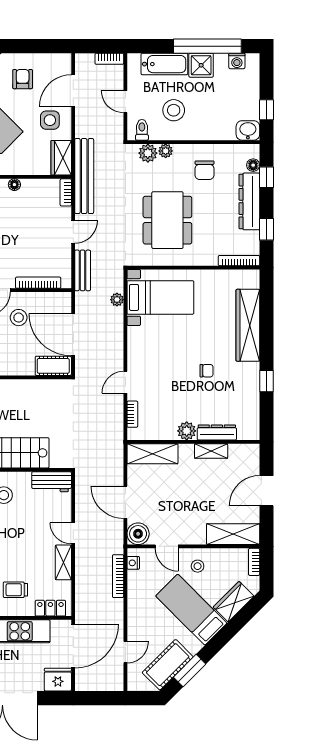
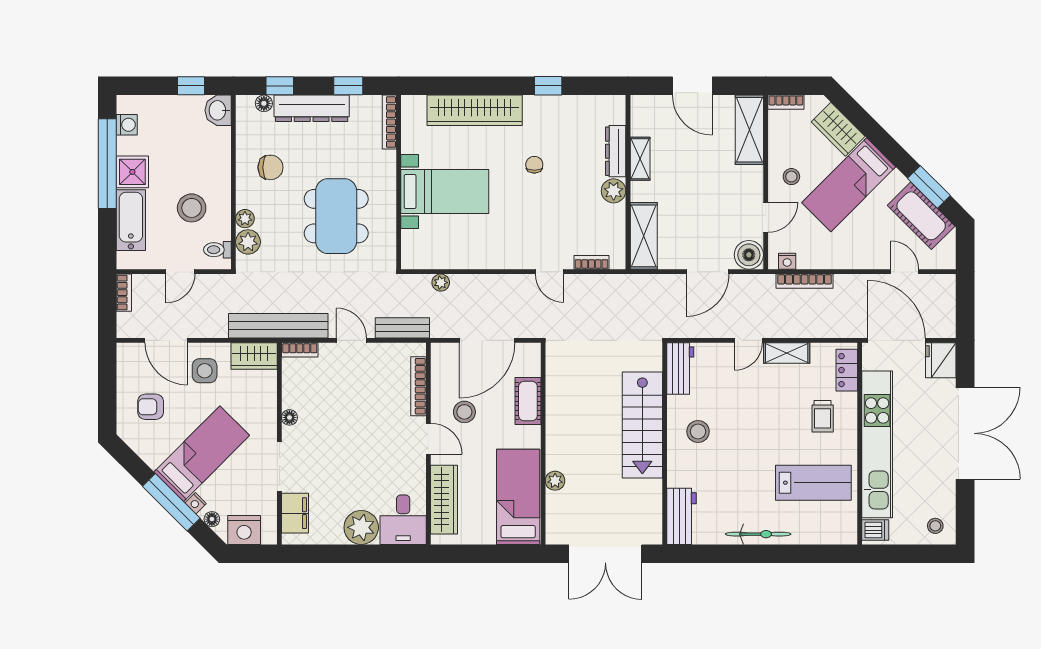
dining table: (167, 220) -> (336, 216), turned 90
bed with nightstands: (160, 297) -> (445, 192), moved, turned 90
cot: (53, 366) -> (528, 401), moved

